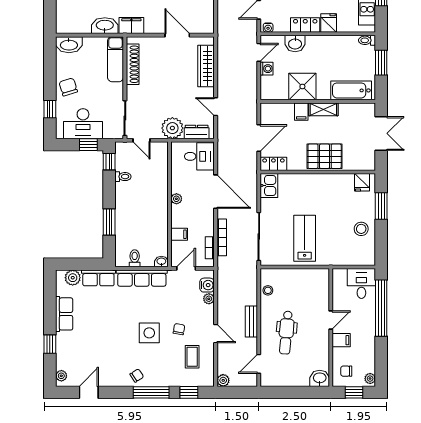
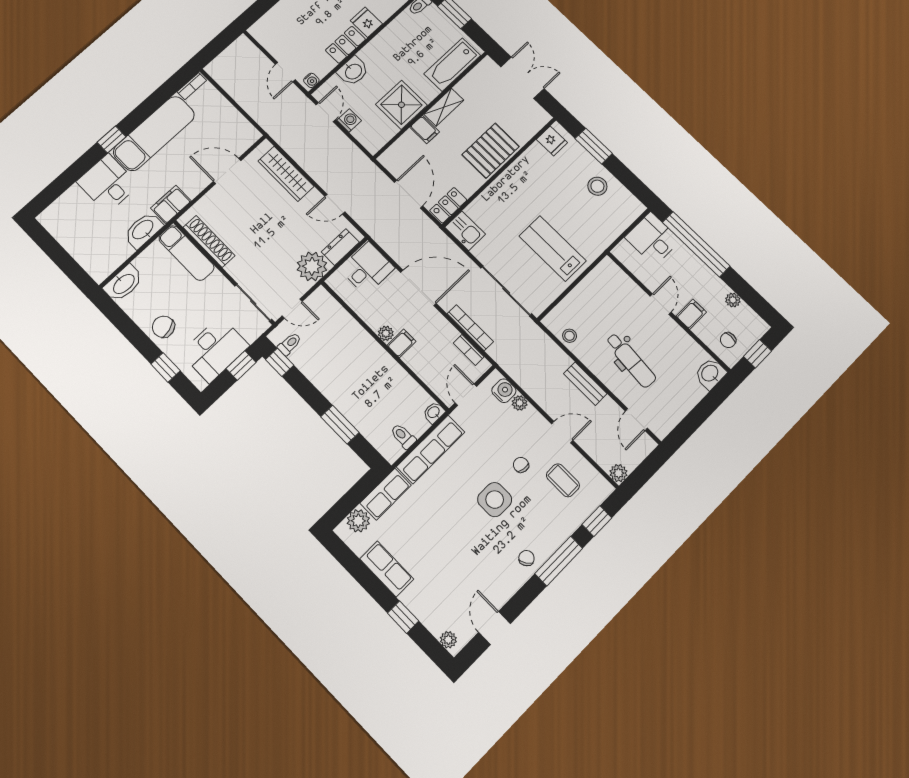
toilet: (123, 177) -> (290, 344), moved
filing cabinet: (179, 234) -> (401, 343), moved
plant: (370, 379) -> (733, 300), moved

